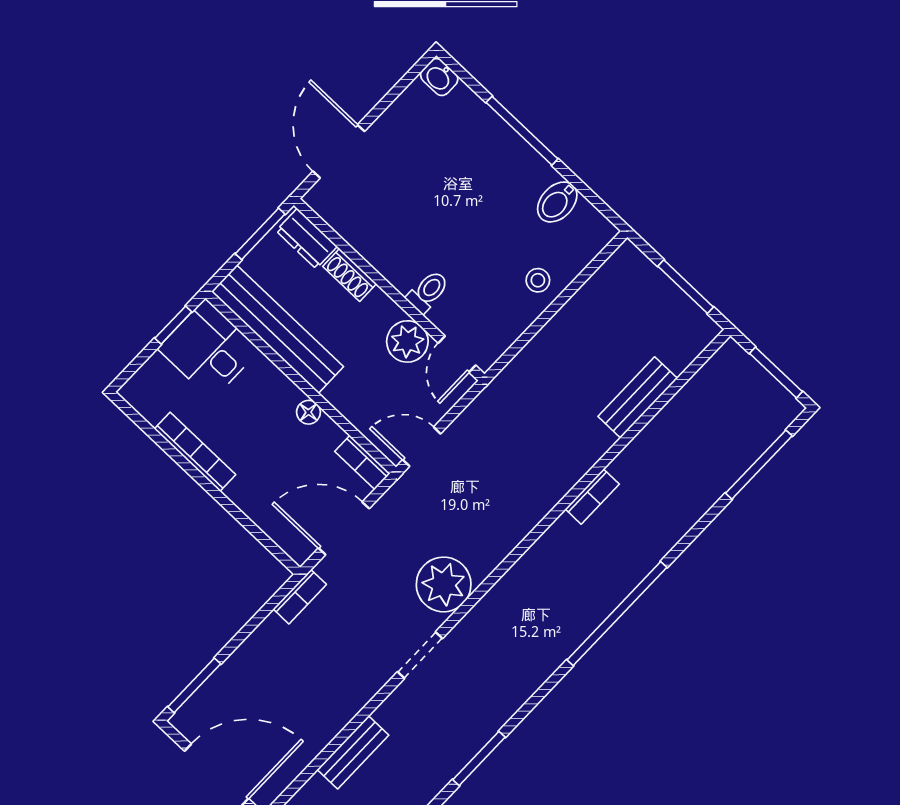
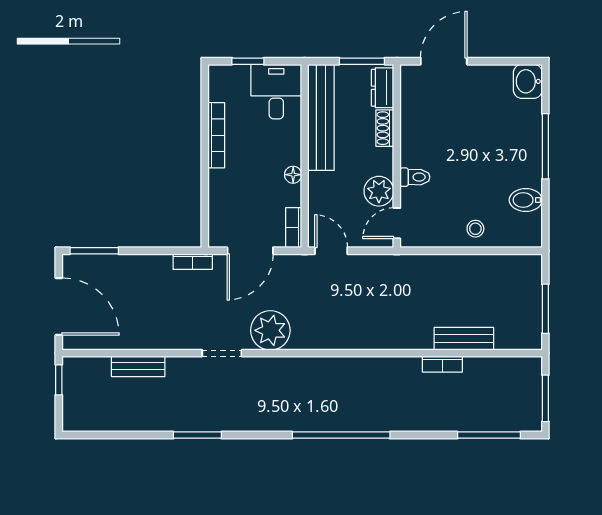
washbasin: (439, 77) -> (528, 81), width x1.38, depth x1.45
window: (173, 325) -> (248, 61), moved
bookcase: (592, 497) -> (442, 364), moved
door: (344, 528) -> (250, 251), swing flipped

